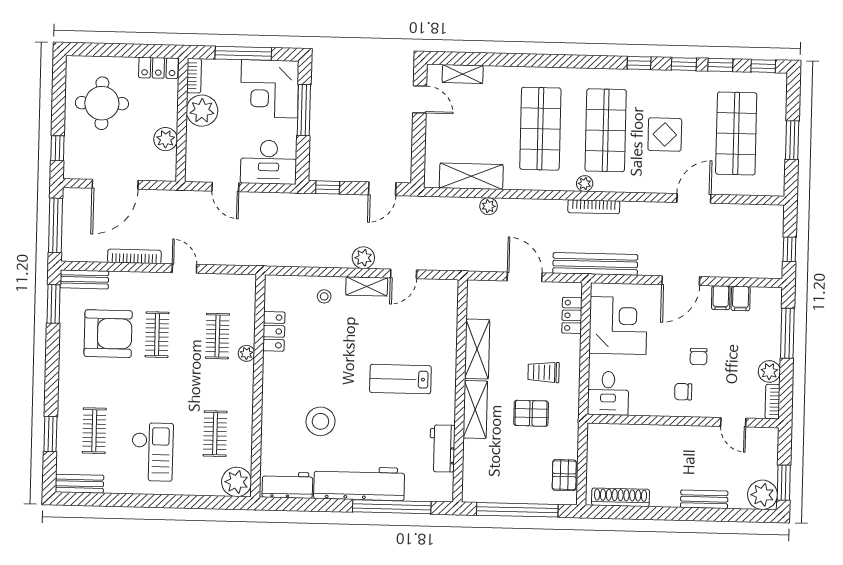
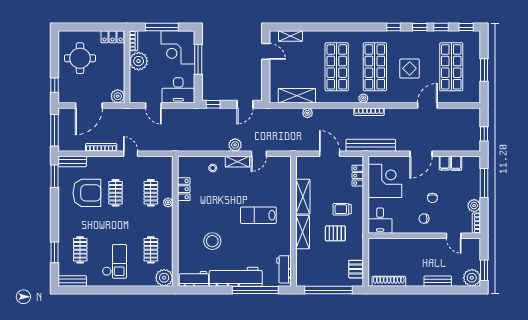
plant: (166, 139) -> (118, 96), moved
workbench: (442, 448) -> (284, 269), moved

